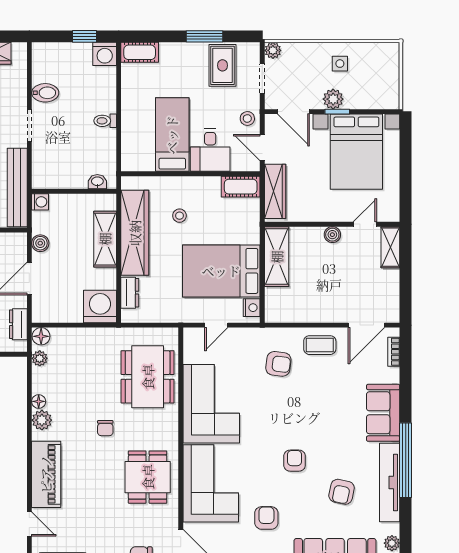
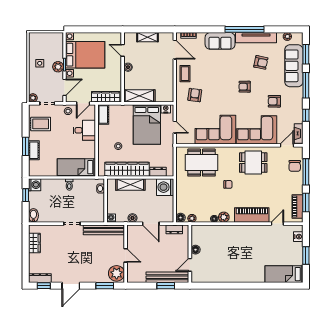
window: (204, 36) -> (26, 146), moved
cot: (140, 52) -> (34, 150), moved
bidet: (45, 93) -> (33, 215), moved
bed: (172, 135) -> (76, 167), moved
shelving: (390, 247) -> (148, 37), moved

